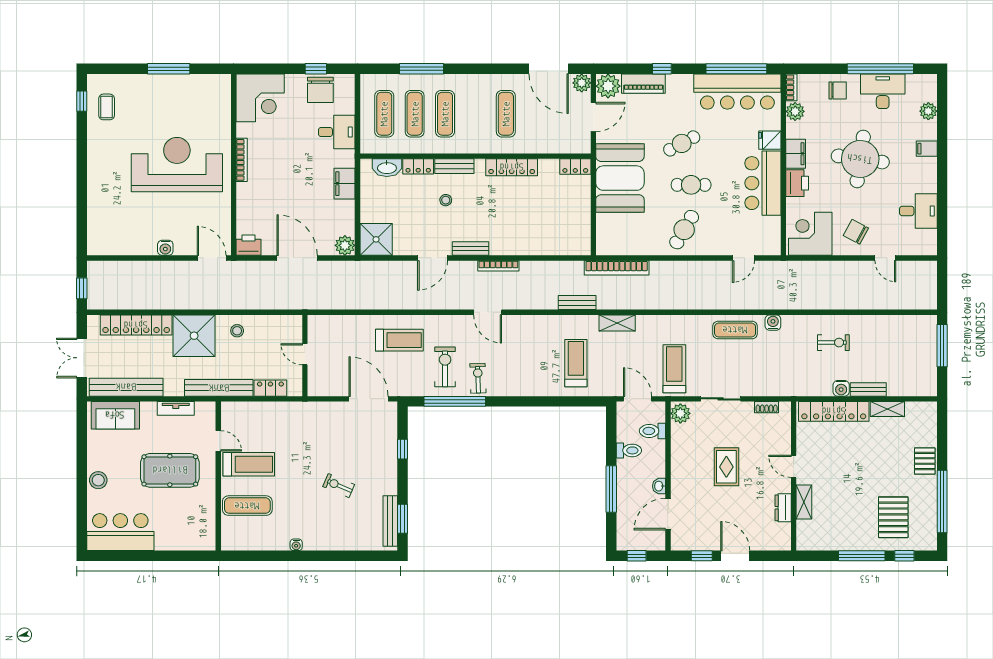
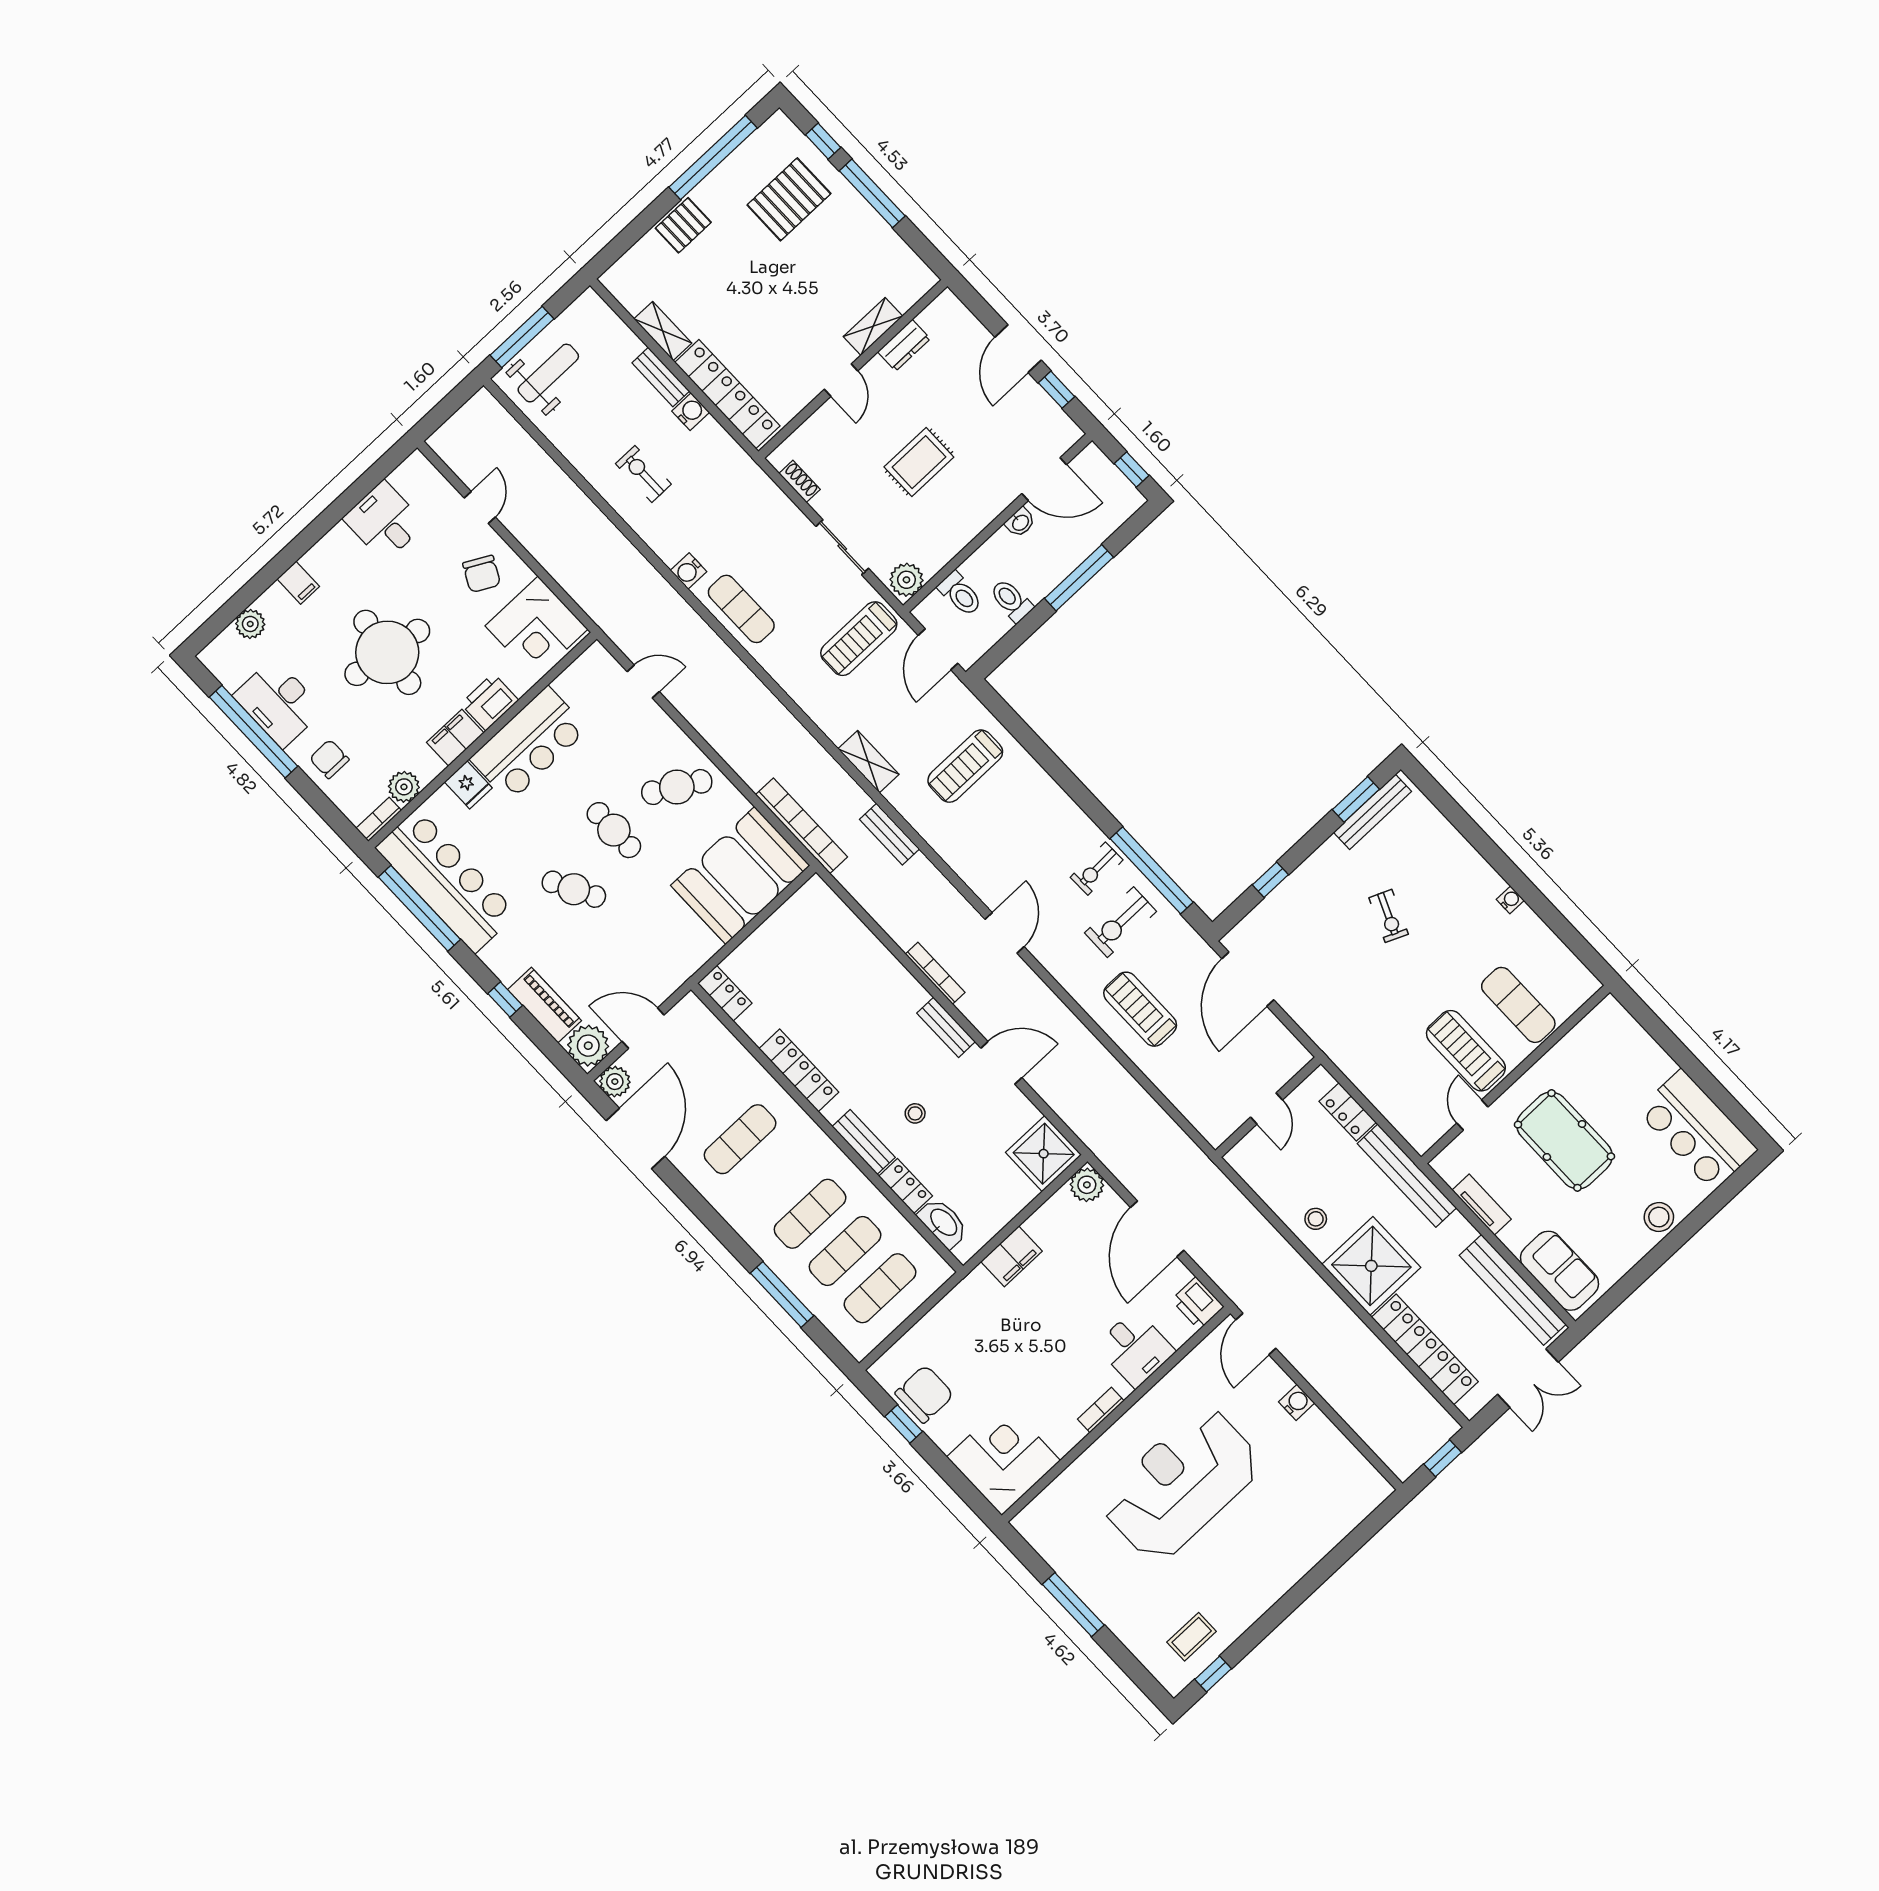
desk: (337, 132) -> (1135, 1349), moved, turned 180
bookcase: (242, 160) -> (1101, 1410), width x0.64
reception desk: (177, 165) -> (1181, 1484), turned 90
booth: (620, 178) -> (740, 875), moved
weight bench: (916, 342) -> (548, 373), added

